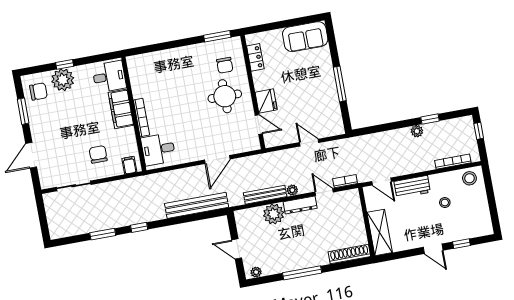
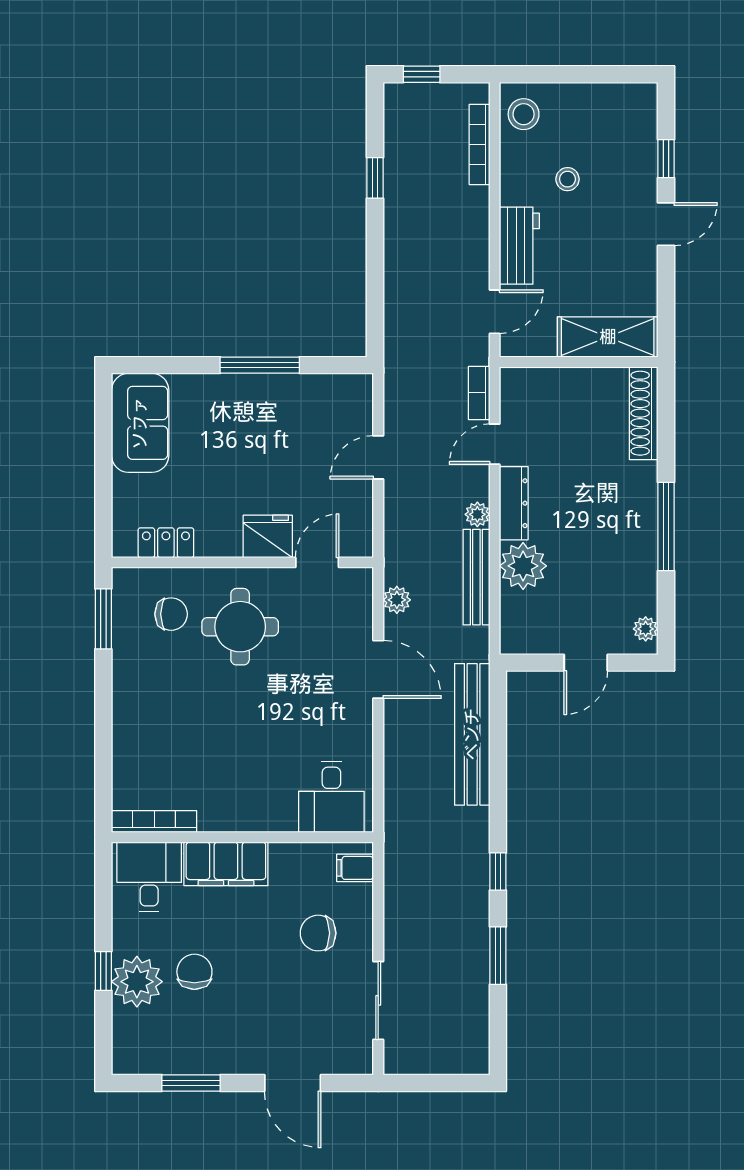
chair: (38, 91) -> (194, 972), moved
bookcase: (141, 117) -> (154, 821), moved
plant: (417, 131) -> (397, 600), moved

